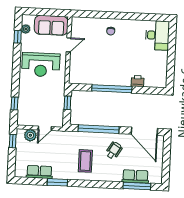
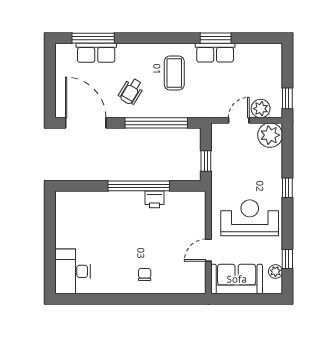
printer: (138, 81) -> (155, 199), moved
window: (14, 103) -> (287, 188), moved
plant: (25, 118) -> (270, 135), added
row of seats: (39, 172) -> (215, 53), moved

